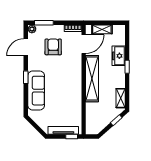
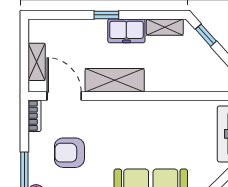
freezer: (119, 56) -> (126, 31), moved
shelving: (92, 79) -> (115, 80), width x0.68

